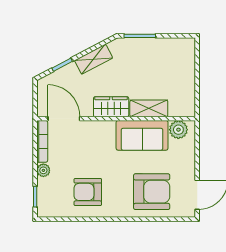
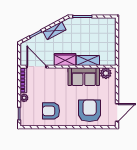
armchair: (152, 192) -> (90, 111), turned -90

